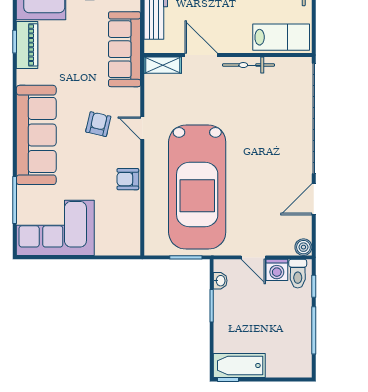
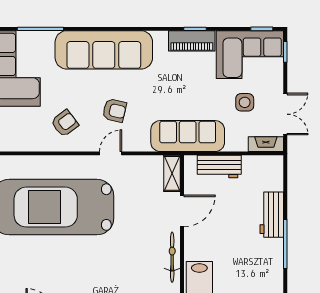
armchair: (128, 179) -> (65, 123), moved, turned 53

